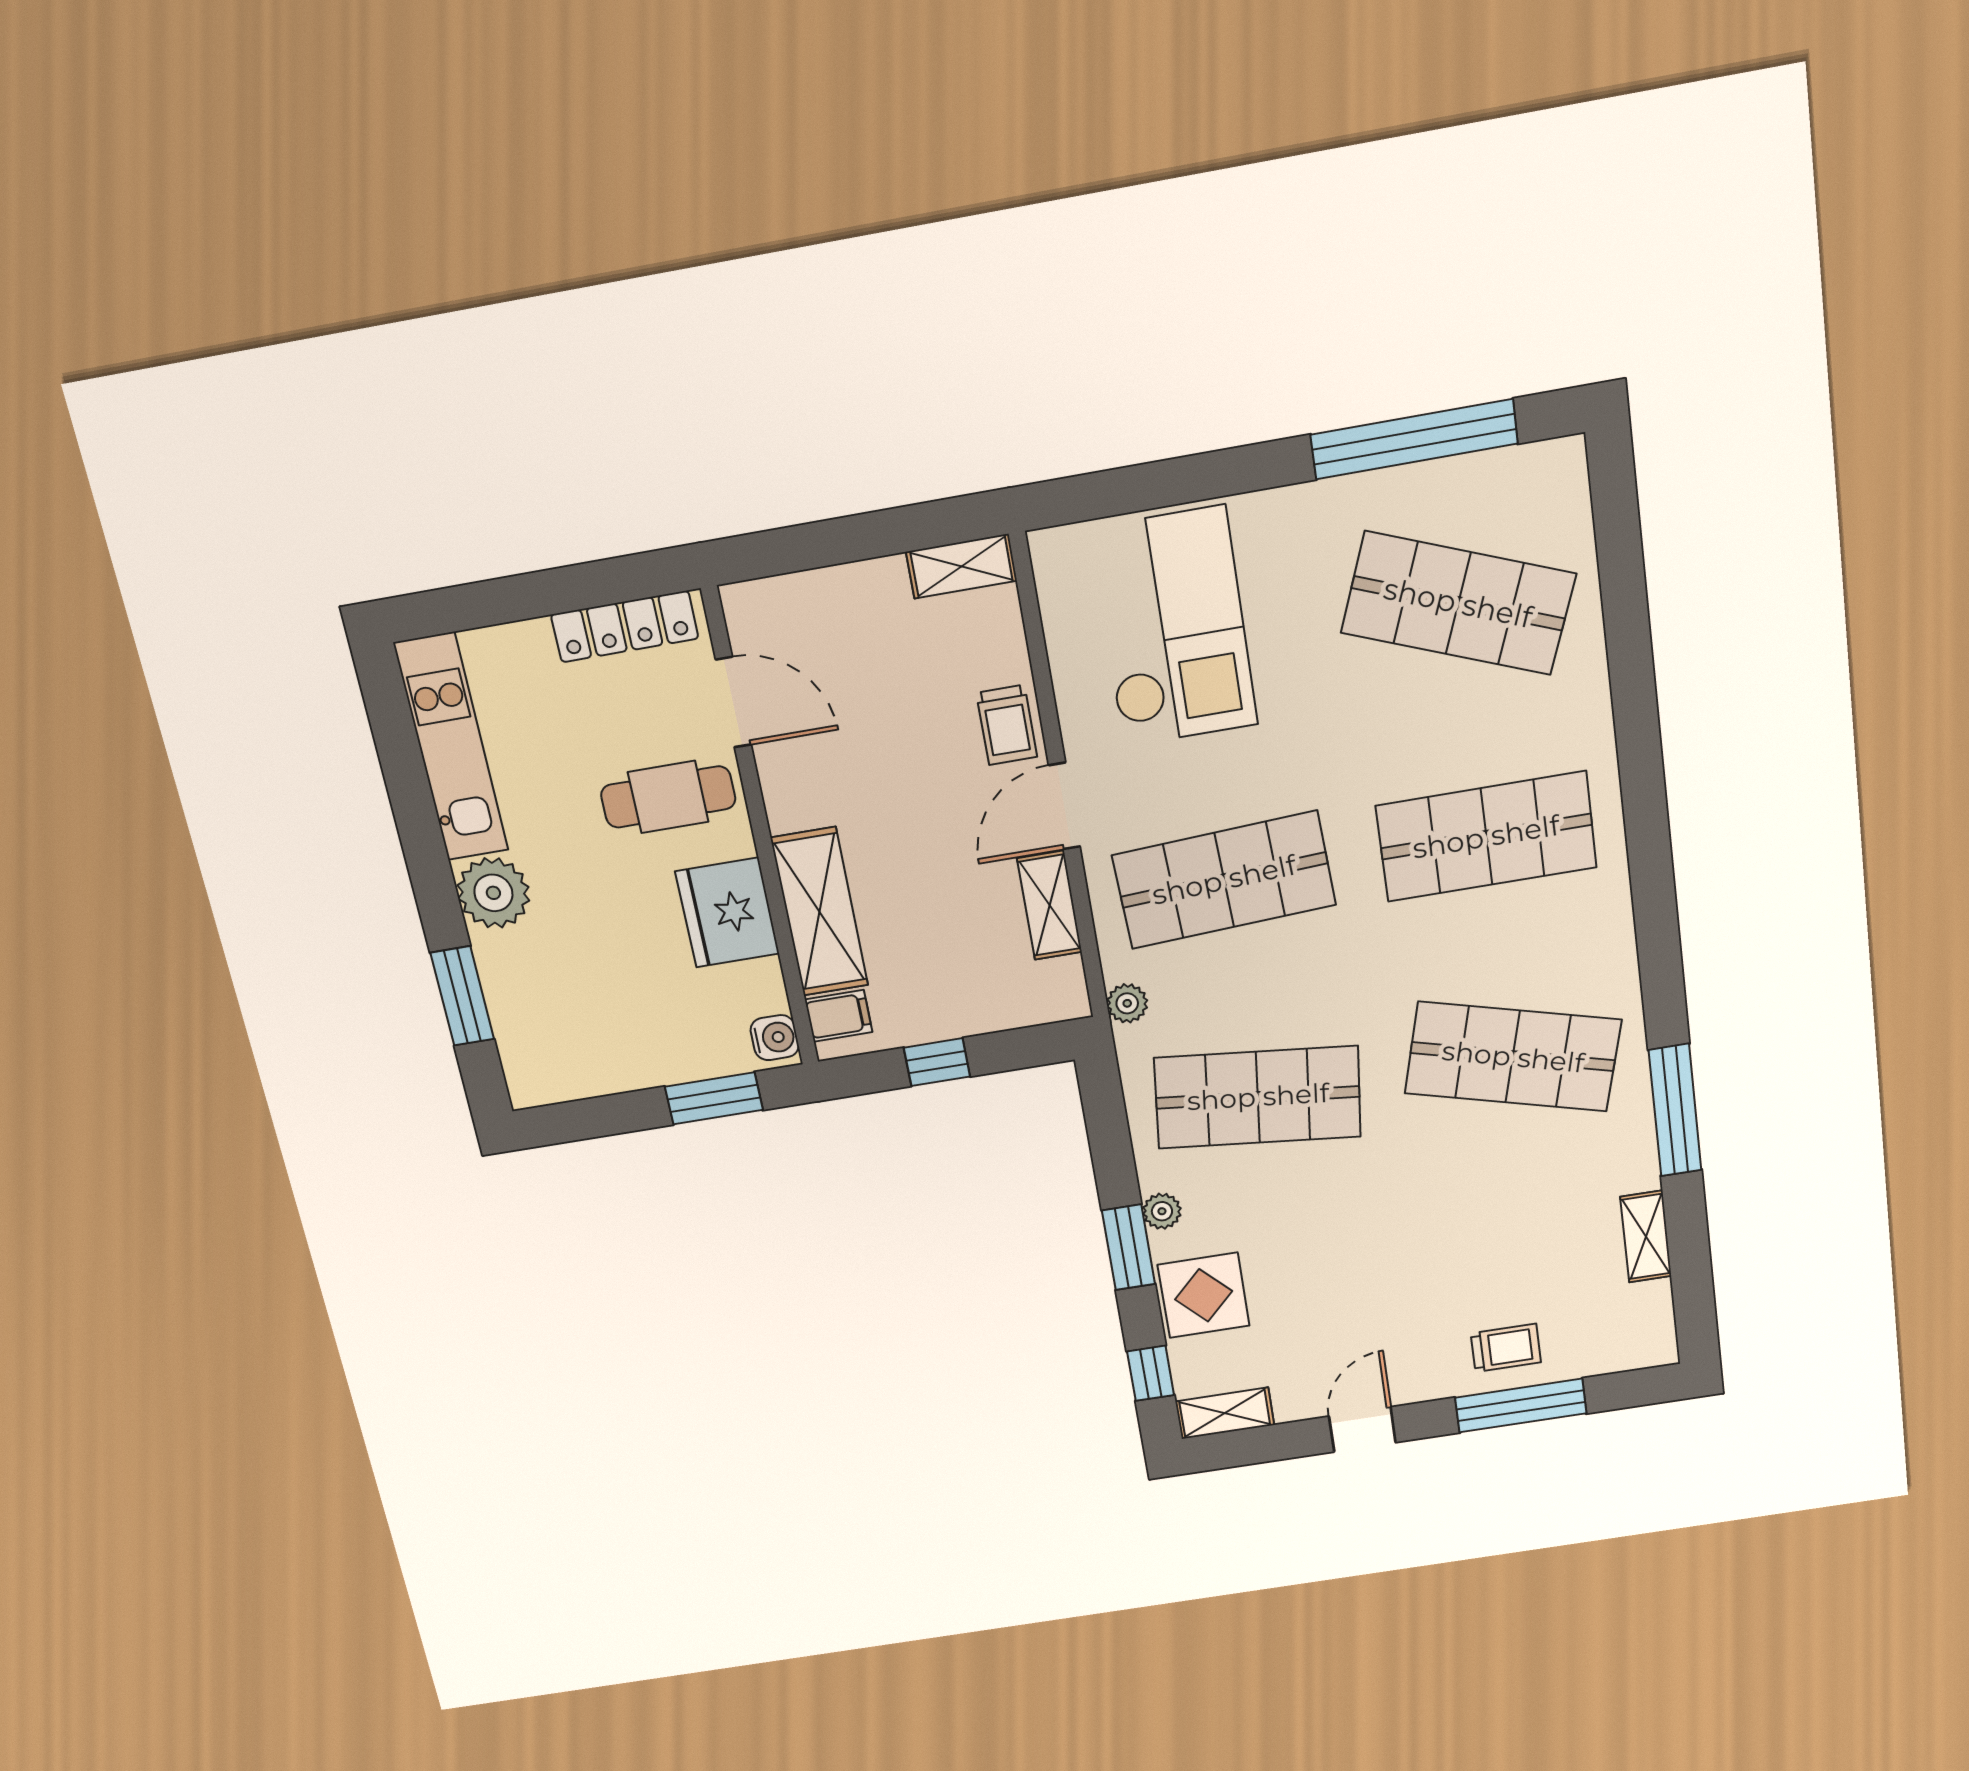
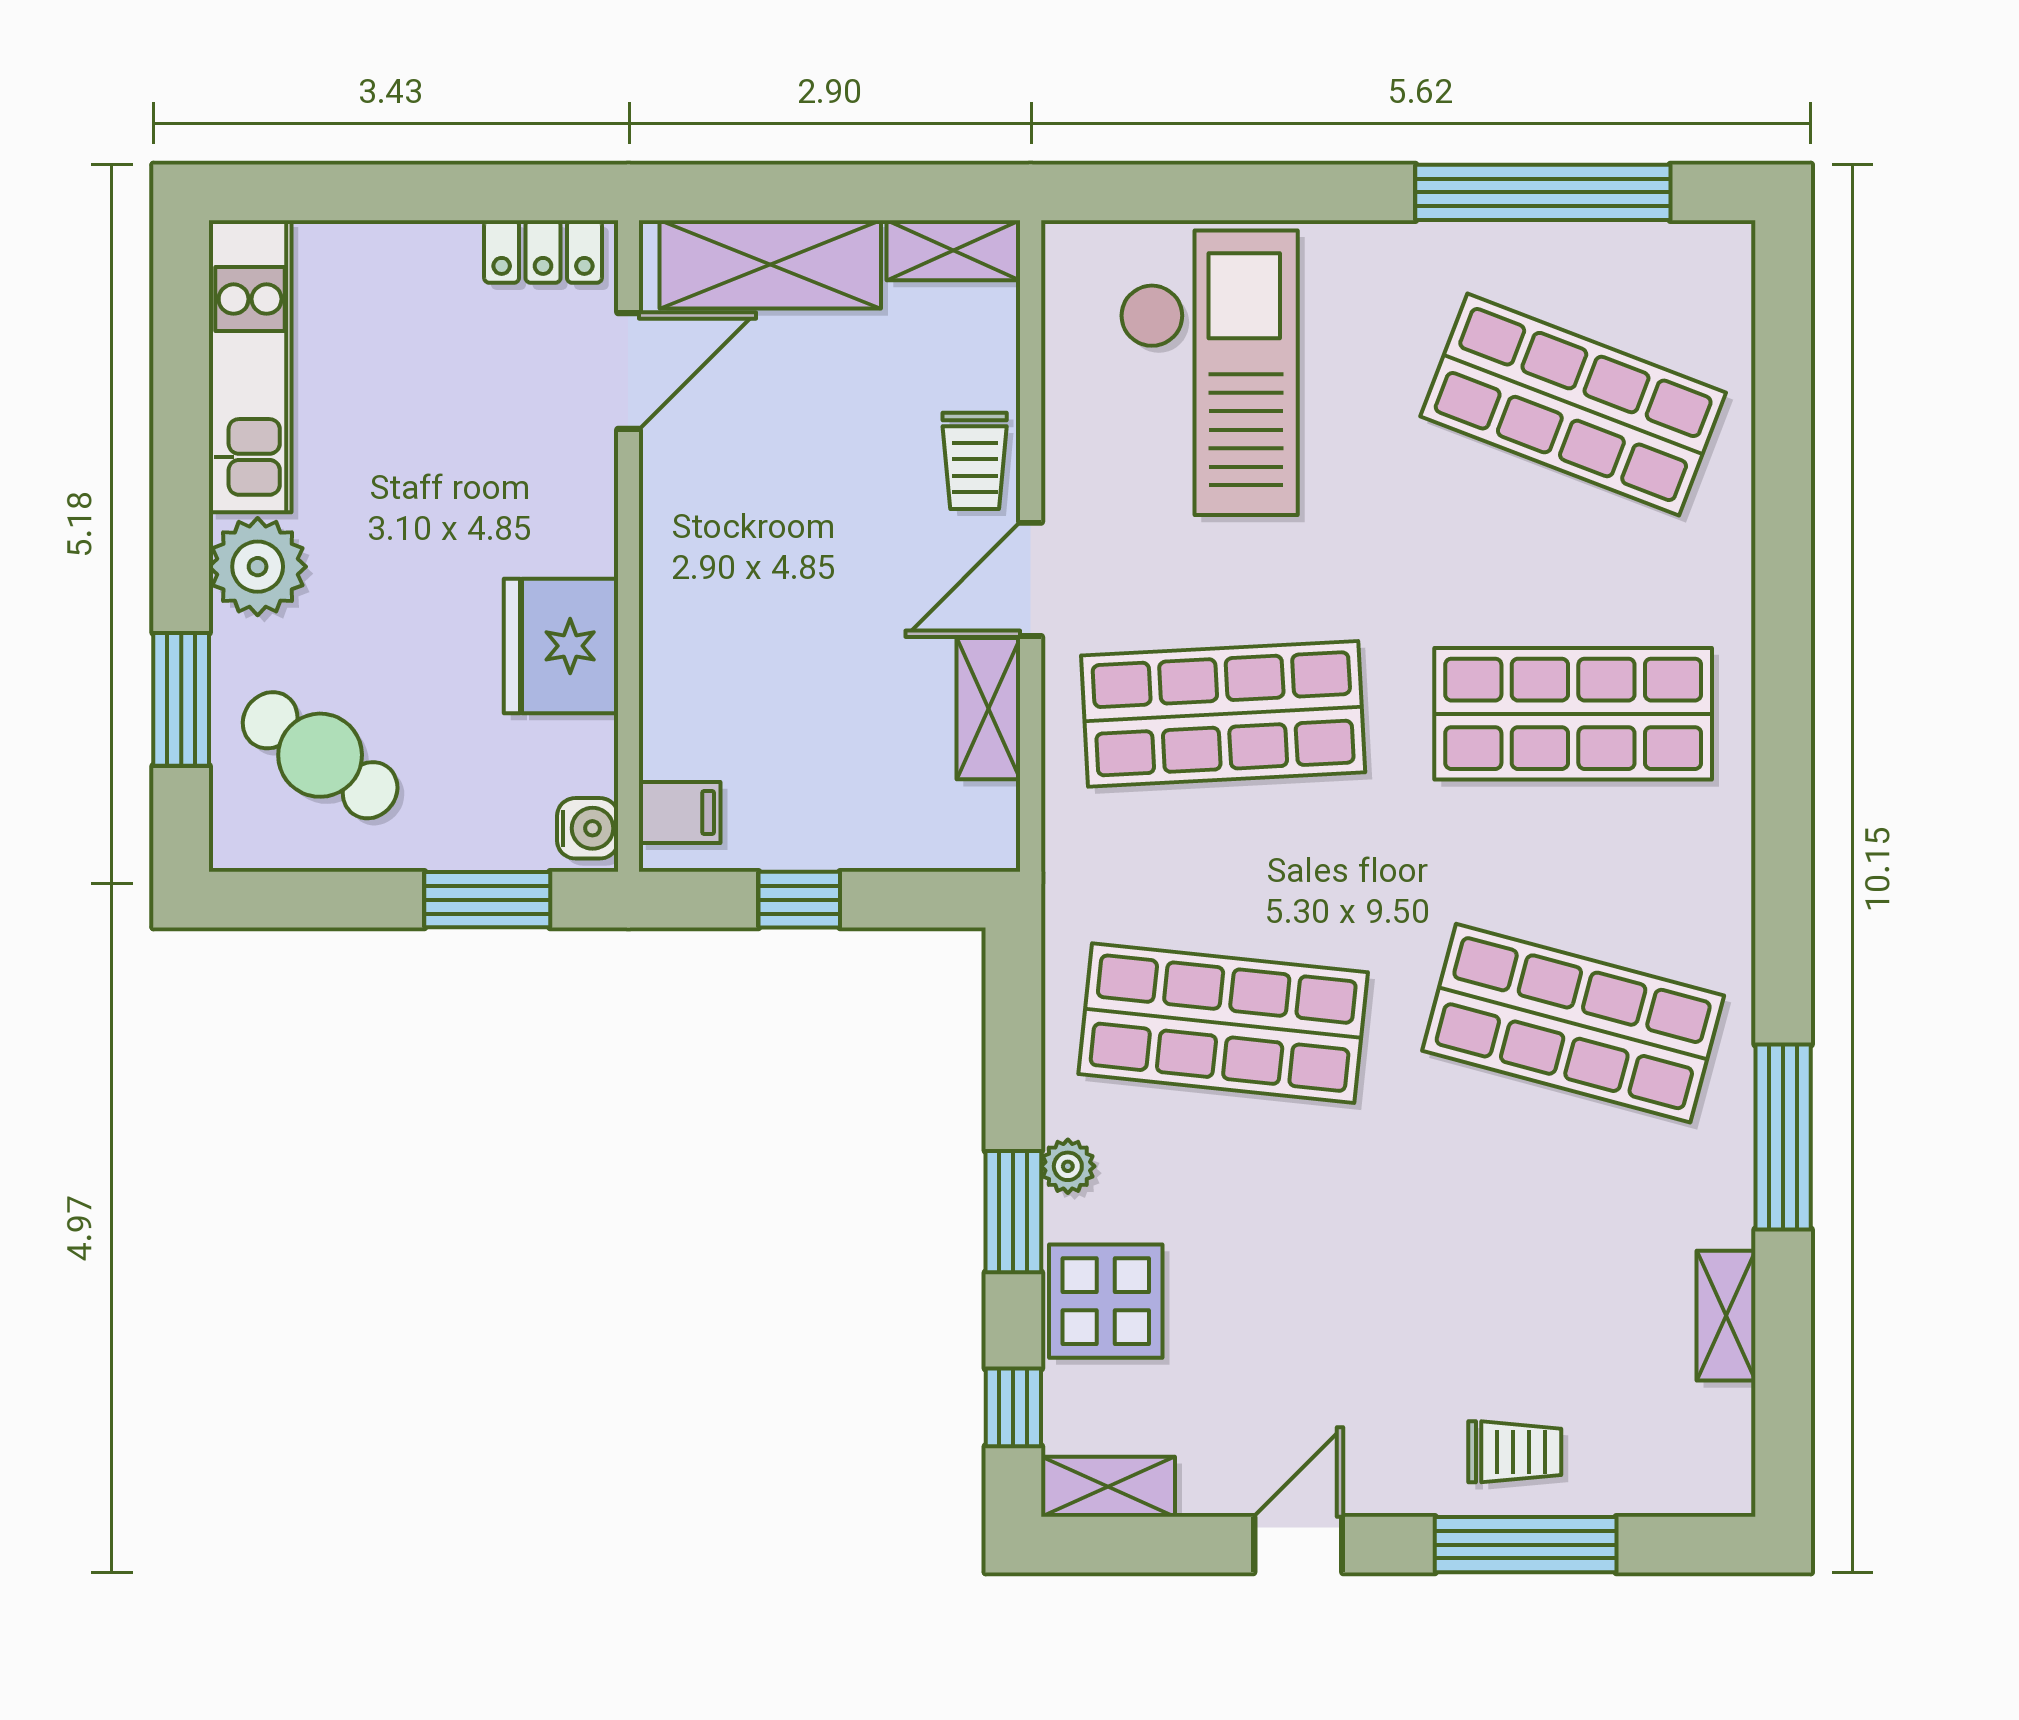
locker: (625, 627) -> (543, 252), width x0.66
door: (733, 702) -> (628, 371), hinge flipped
cafe table: (668, 797) -> (320, 755), moved, turned 35
shelving: (819, 912) -> (770, 264), moved, turned 90
plant: (1127, 1003) -> (1069, 861), removed

